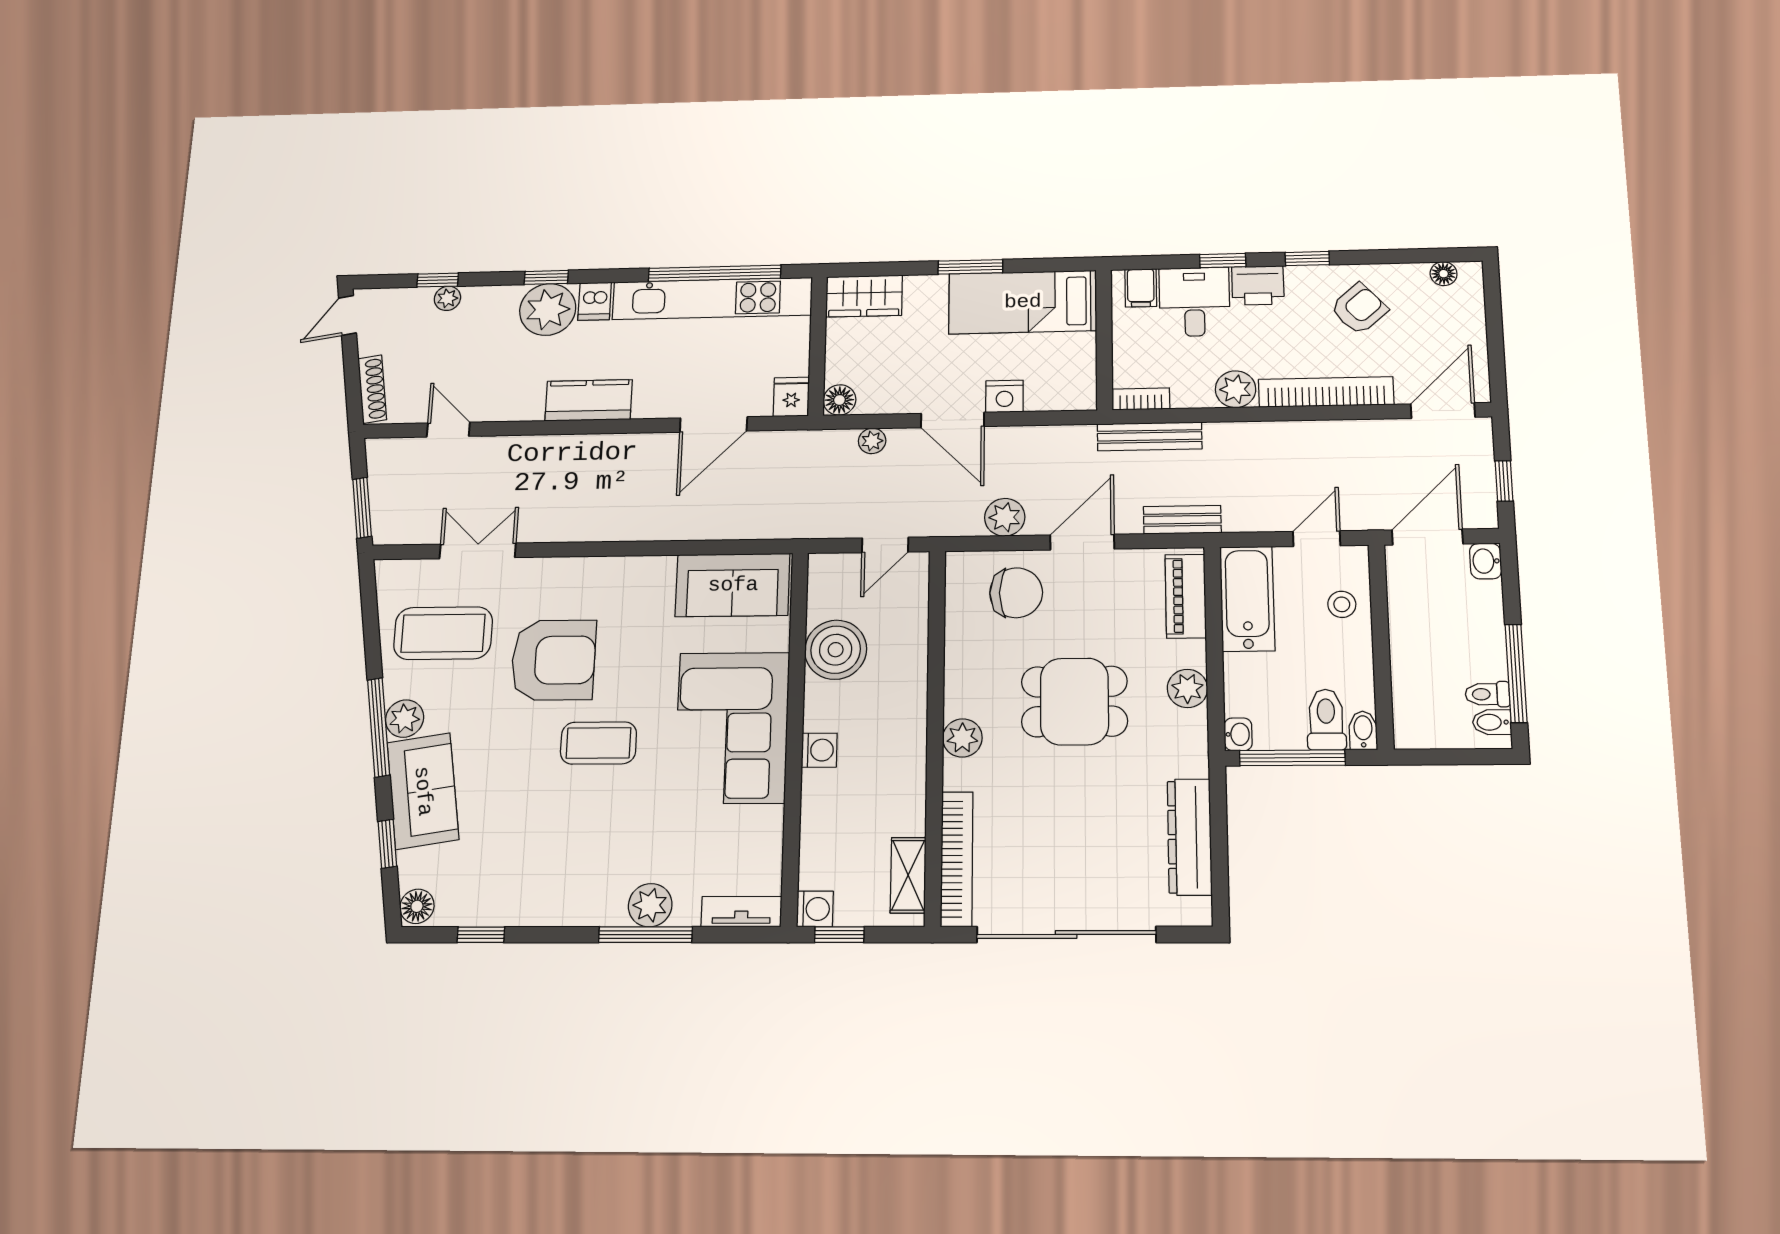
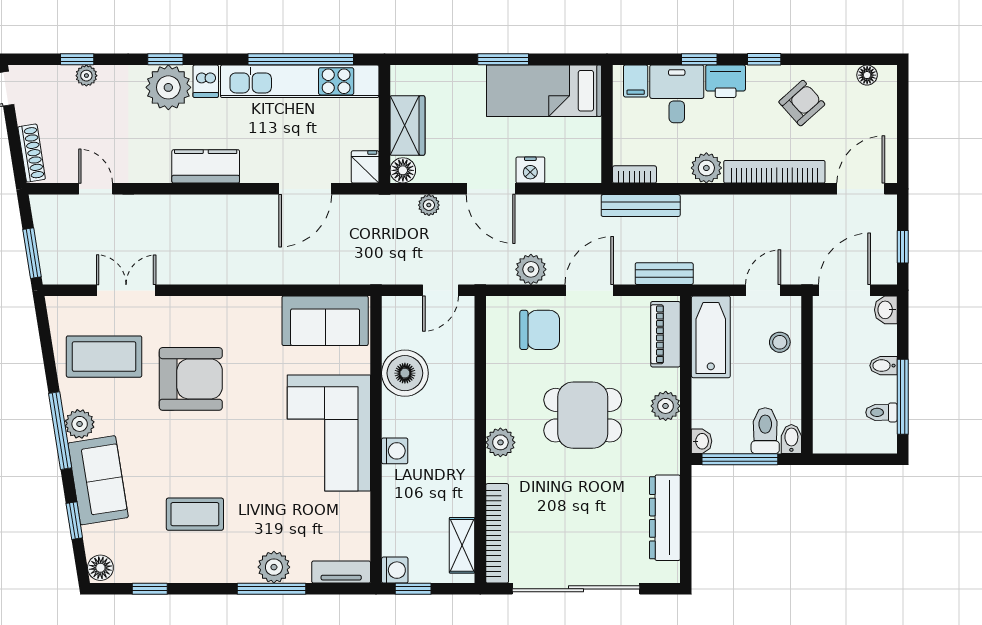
wardrobe: (864, 296) -> (407, 125), moved, turned -90
bidet: (1492, 722) -> (883, 366), moved
coffee table: (598, 743) -> (195, 514), moved

